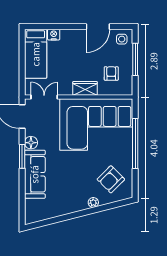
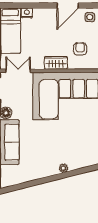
armchair: (111, 179) -> (80, 147), removed

